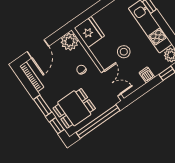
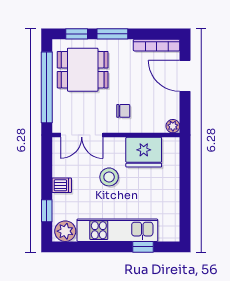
fridge: (89, 32) -> (144, 152), moved
plant: (70, 42) -> (173, 126), width x0.53, depth x0.53
dining table: (74, 108) -> (83, 70), turned 90

